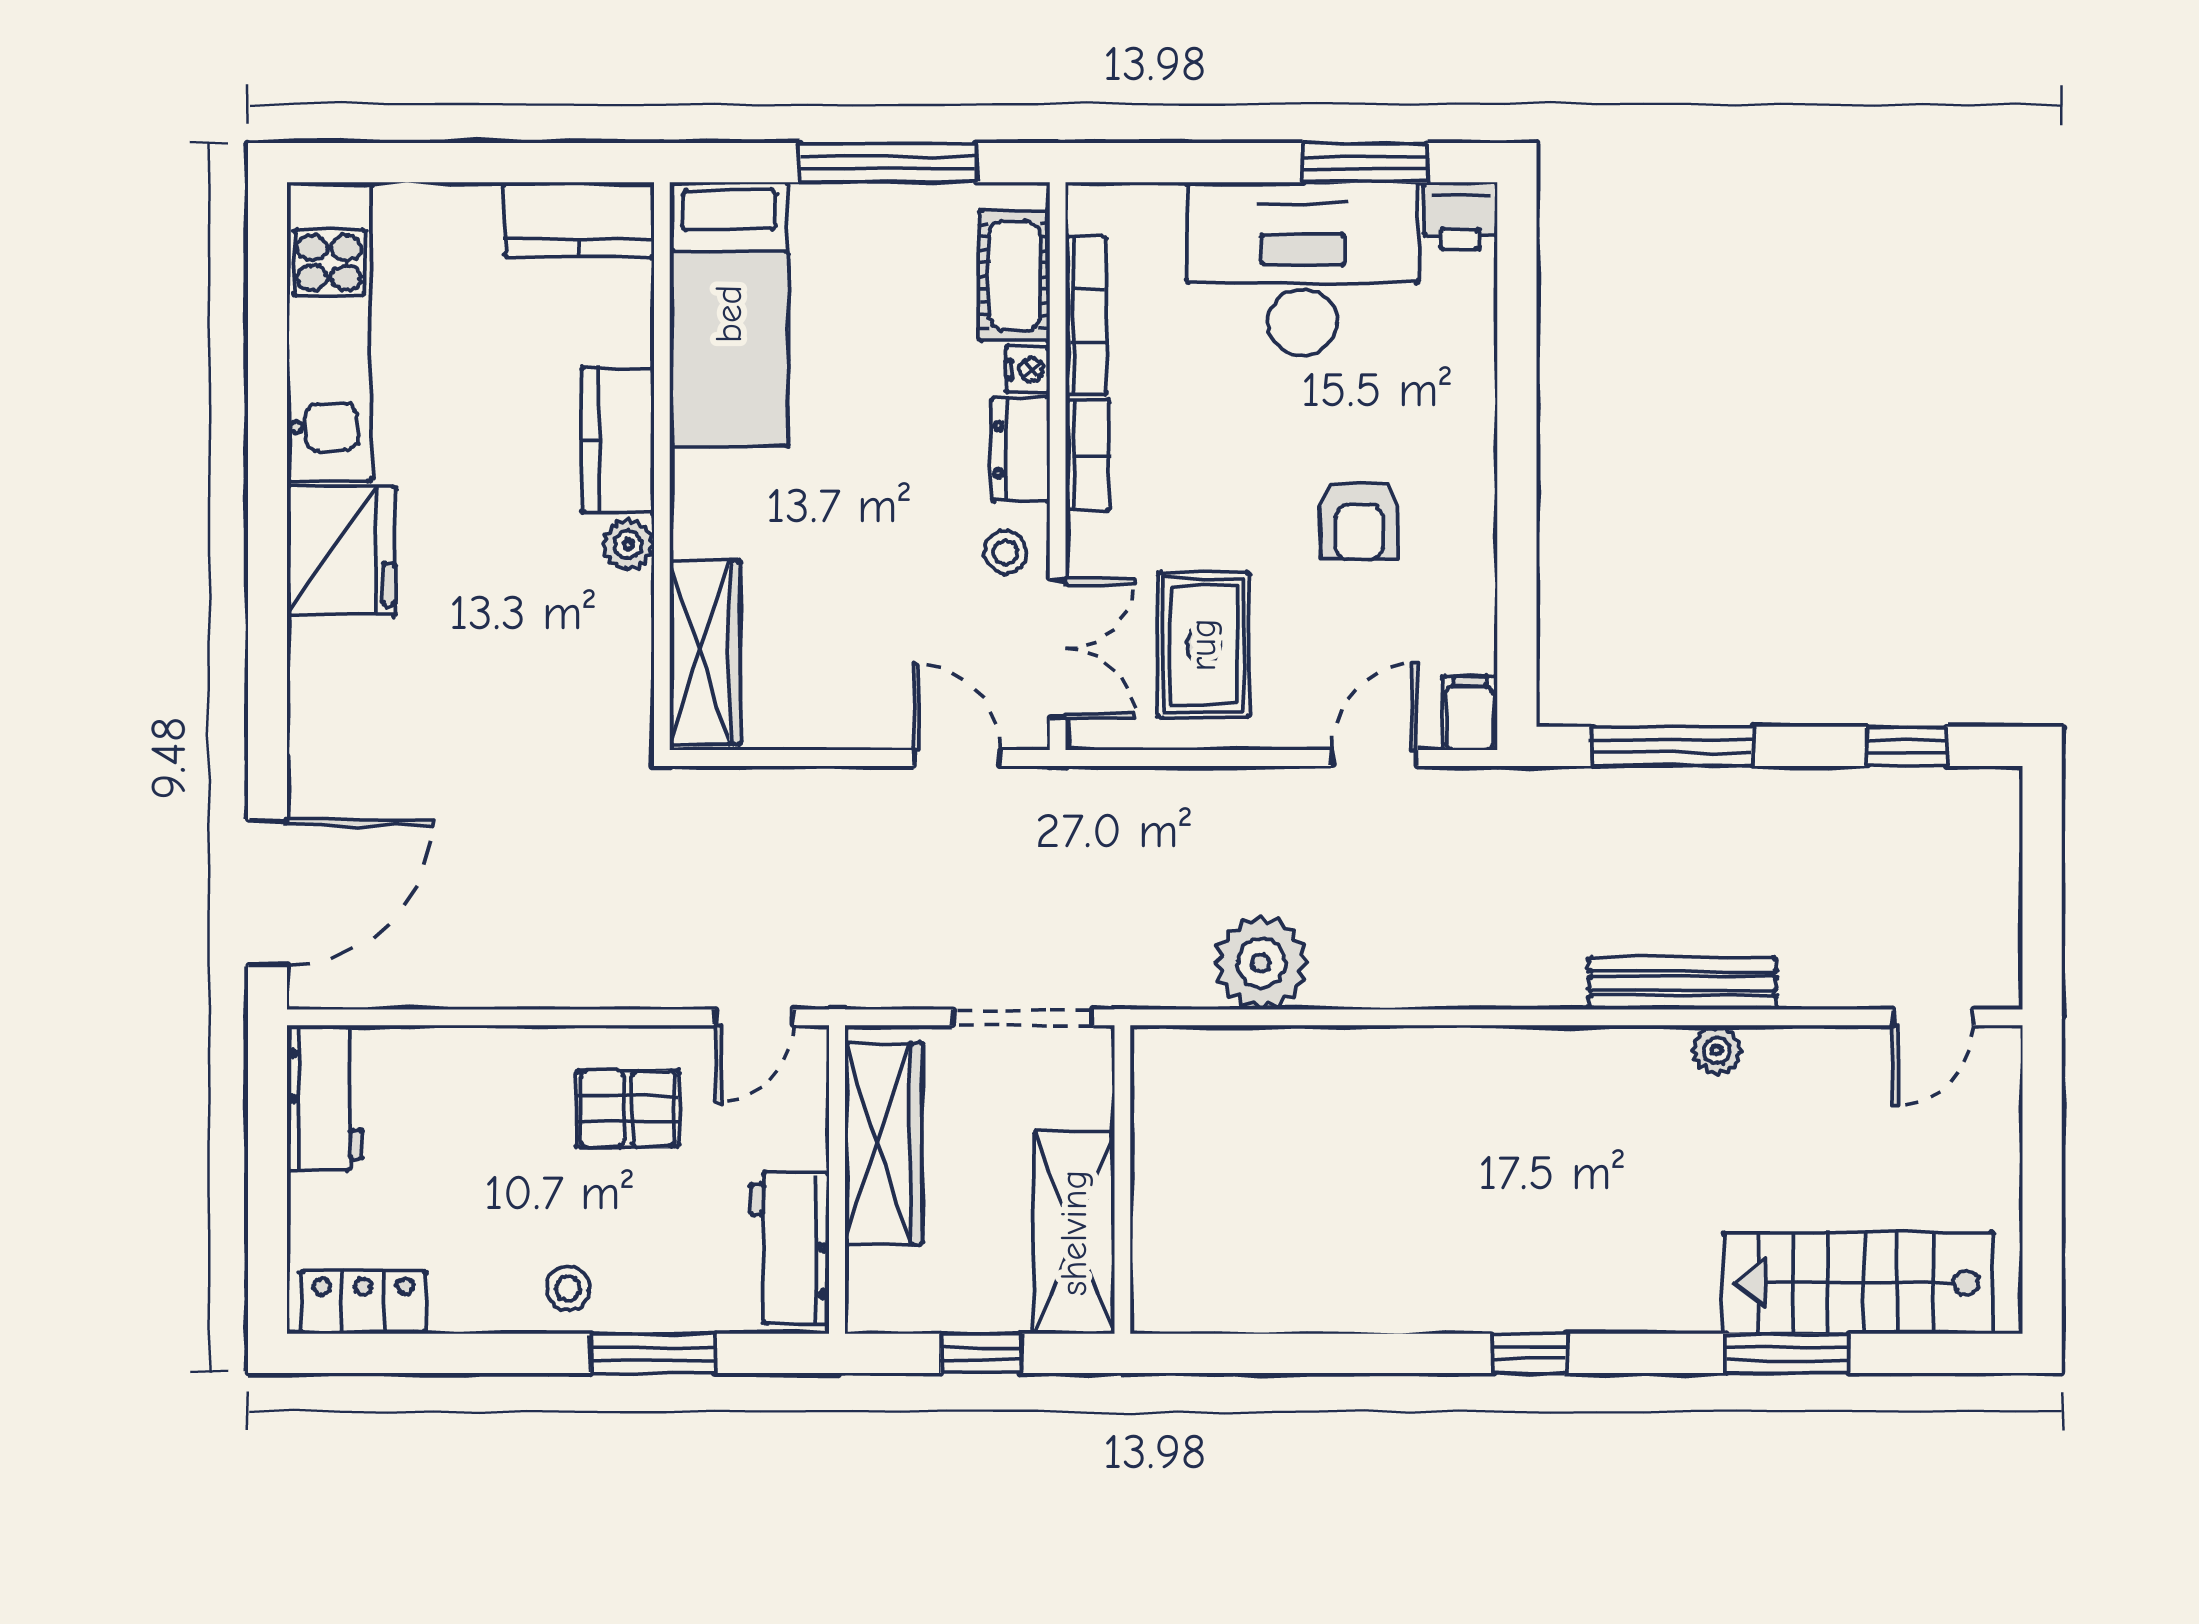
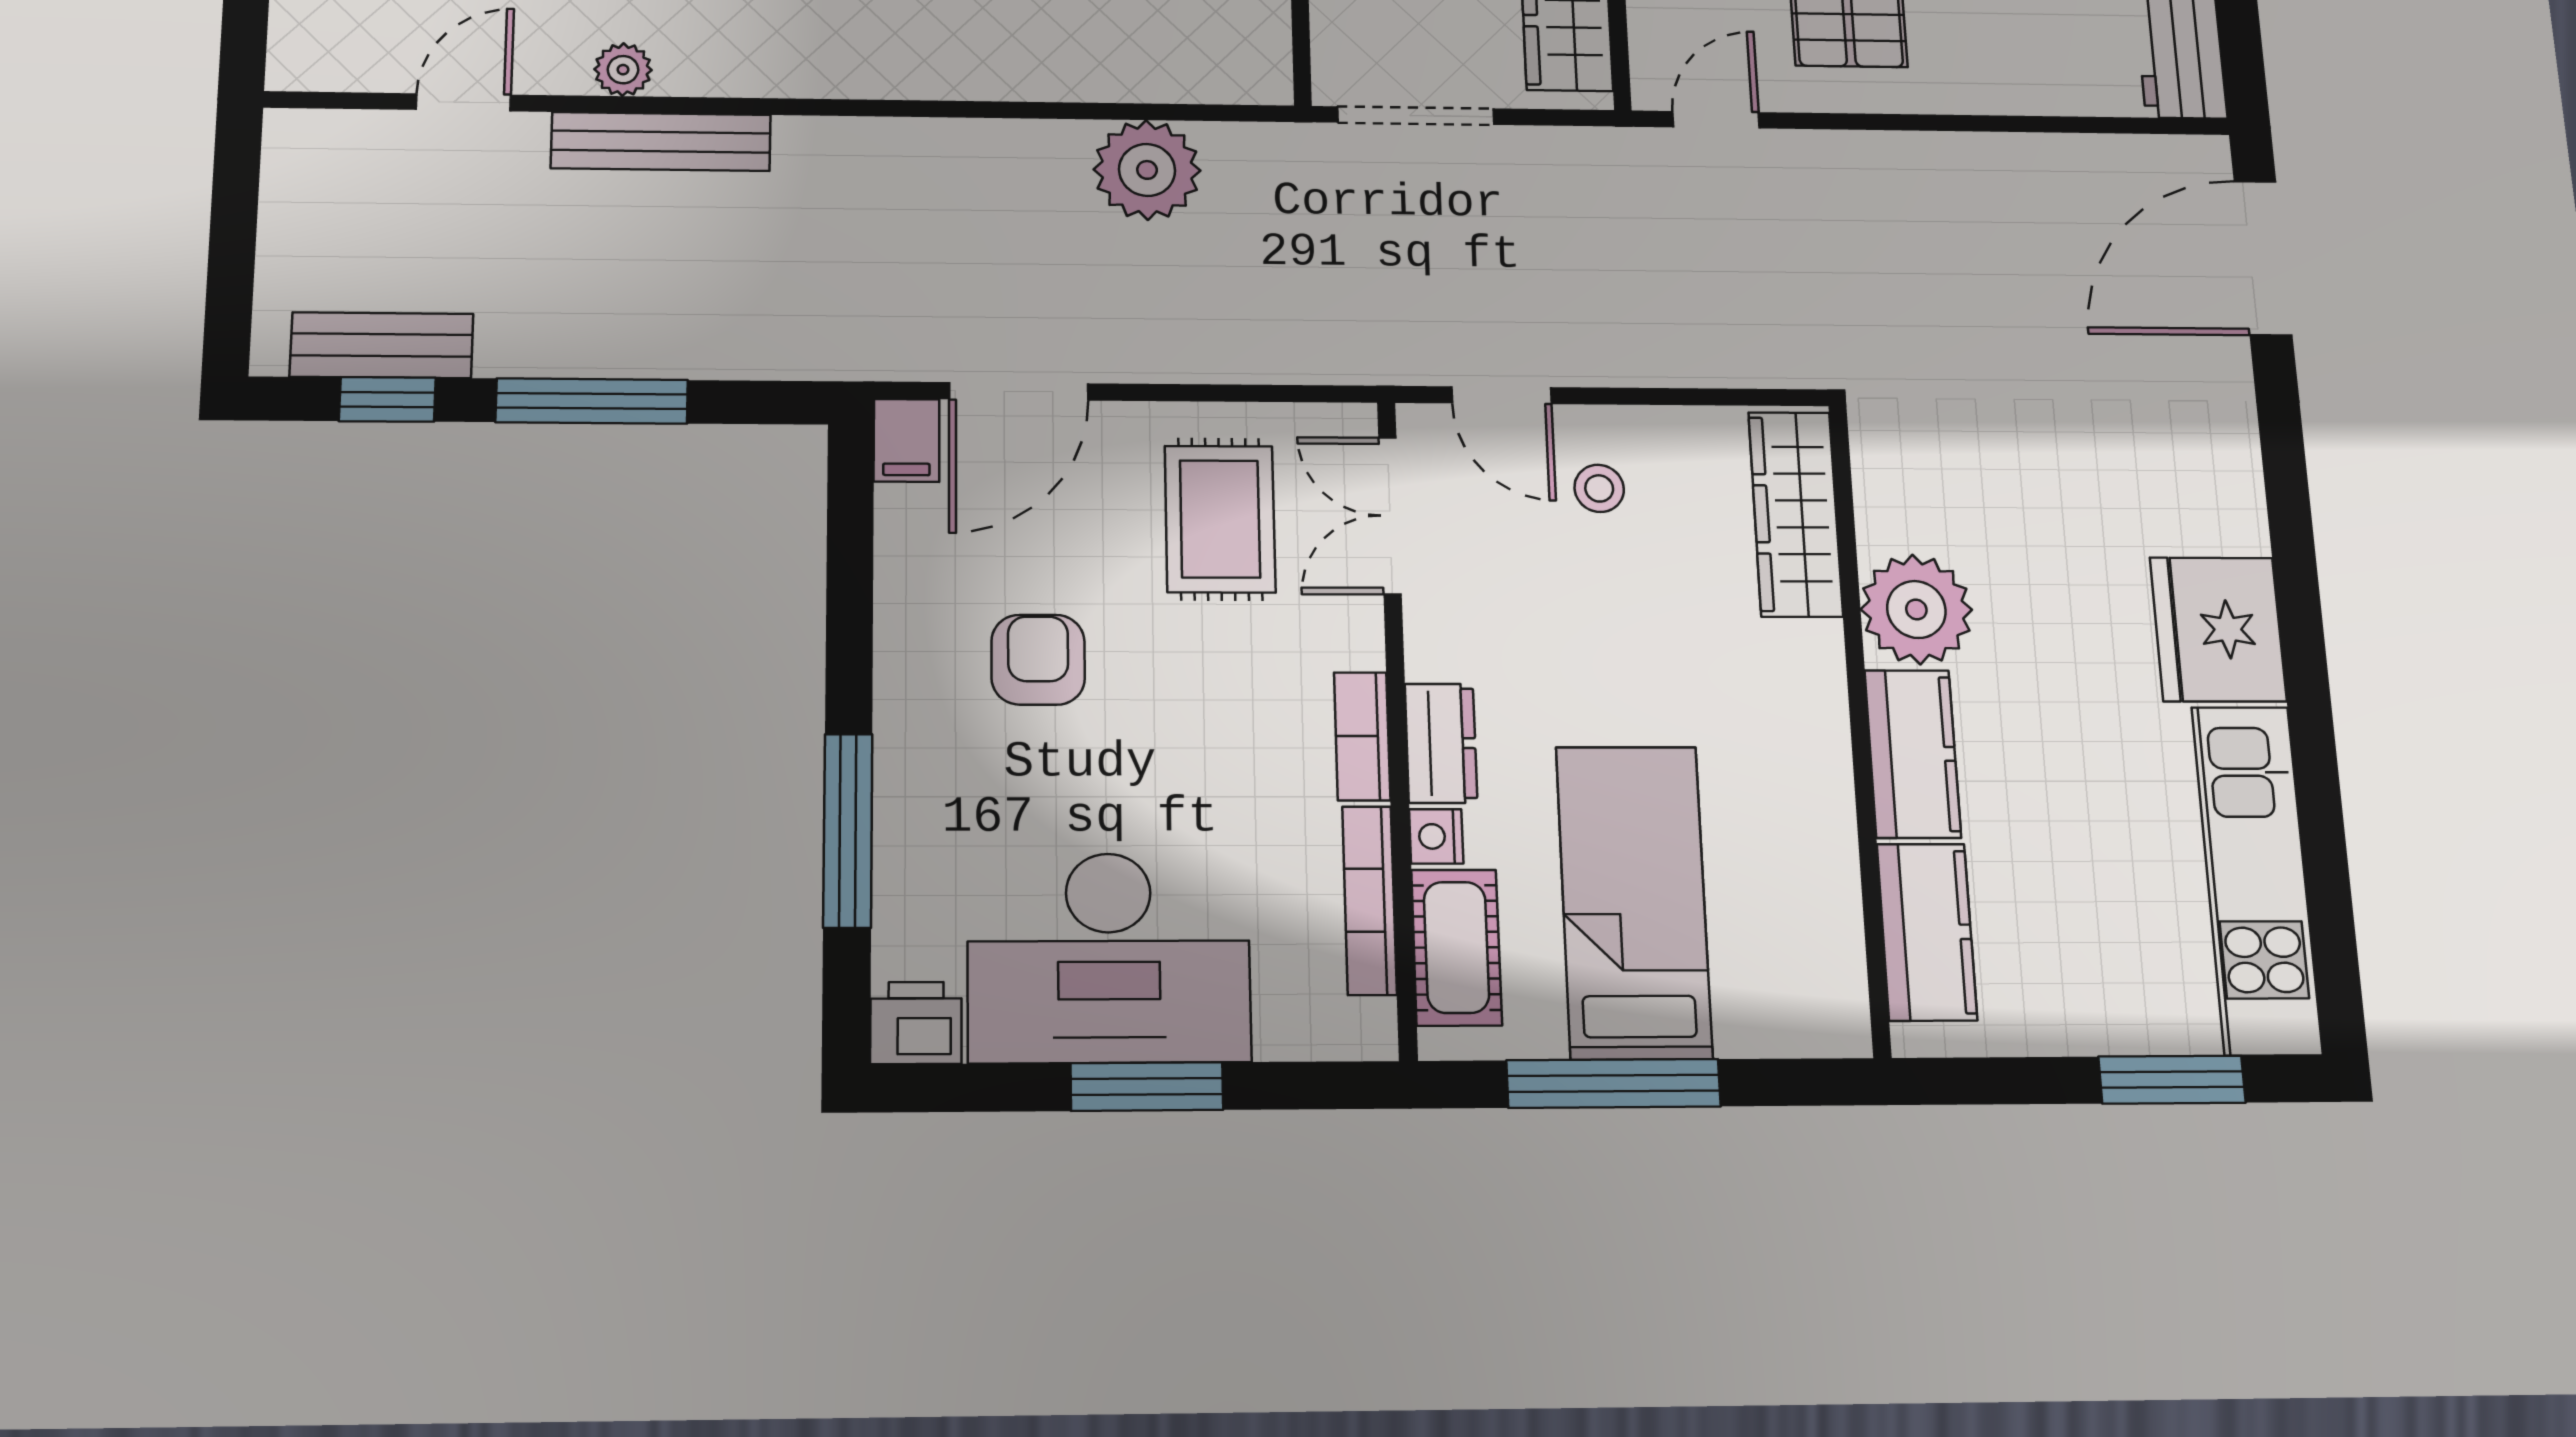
window: (418, 163) -> (2172, 1080), added
window: (1365, 163) -> (1147, 1087), moved
kitchen counter: (579, 219) -> (1927, 932), moved, turned 90
bed: (729, 314) -> (1634, 902), moved
window: (1517, 375) -> (848, 830), added
plant: (628, 544) -> (1916, 609), width x1.88, depth x1.88
stool: (1005, 552) -> (1599, 488), moved
window: (1672, 746) -> (592, 401), moved
door: (1374, 758) -> (1019, 391), width x1.37
bench: (1913, 795) -> (382, 345), added
door: (1933, 1017) -> (464, 102), moved

